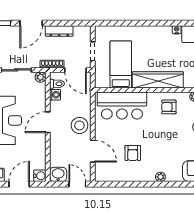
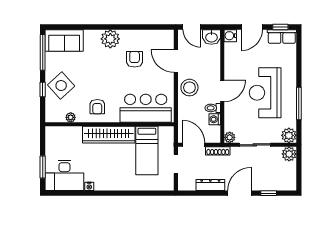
toilet: (57, 84) -> (213, 108), moved
armchair: (169, 107) -> (97, 107), turned 90
plant: (160, 177) -> (110, 39), width x1.88, depth x1.88

